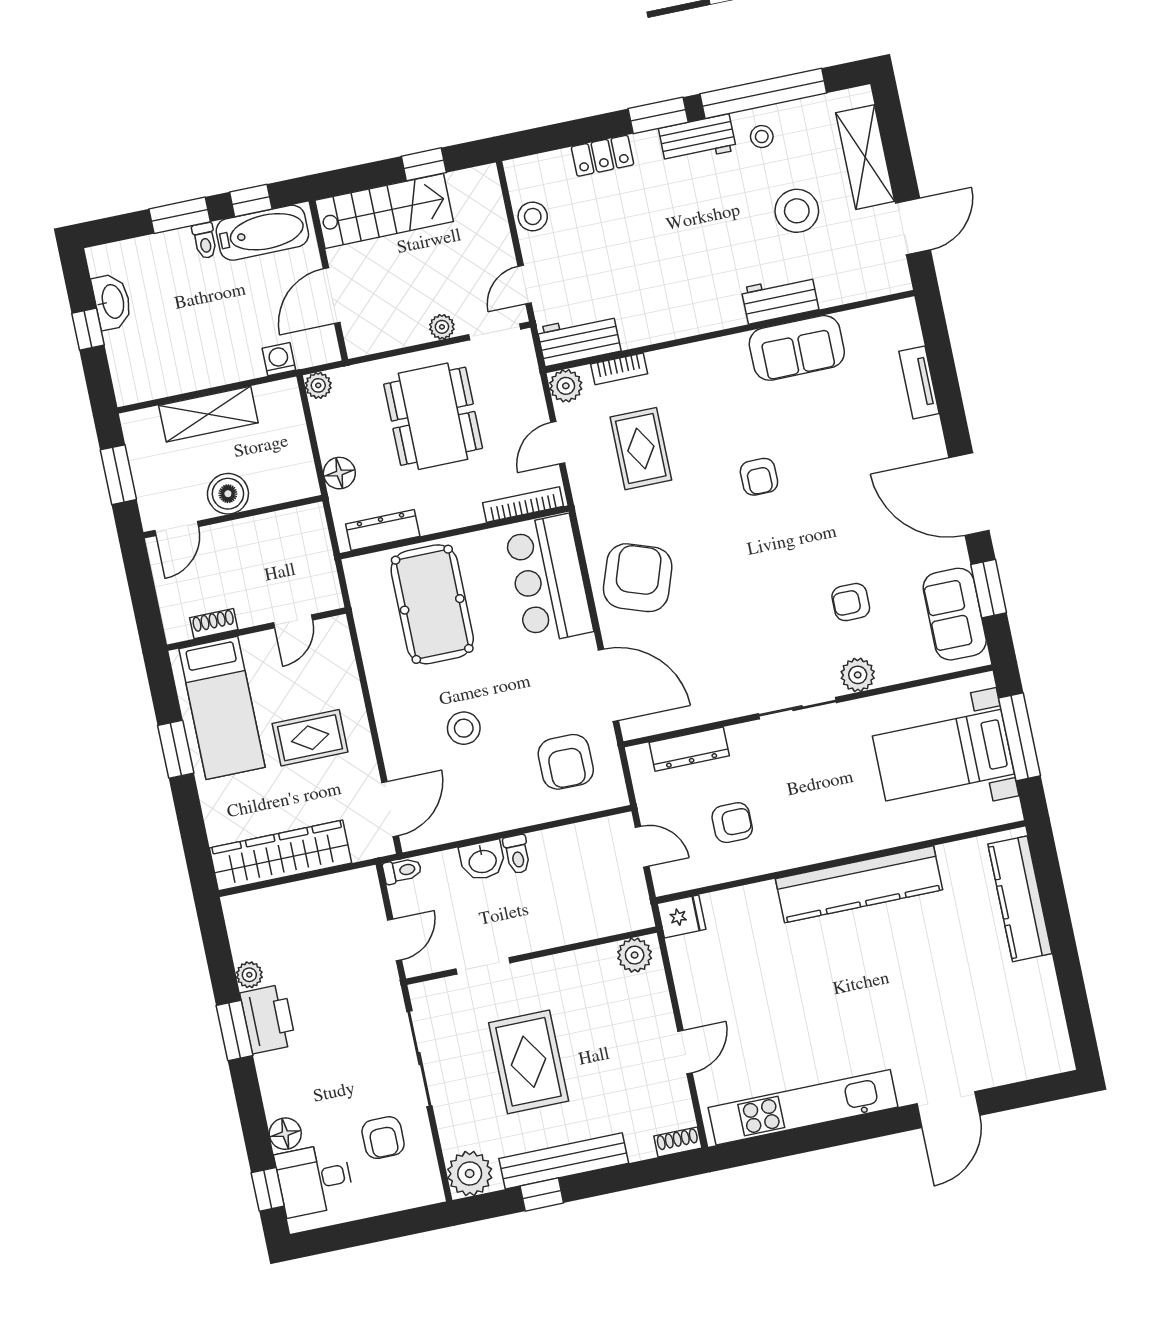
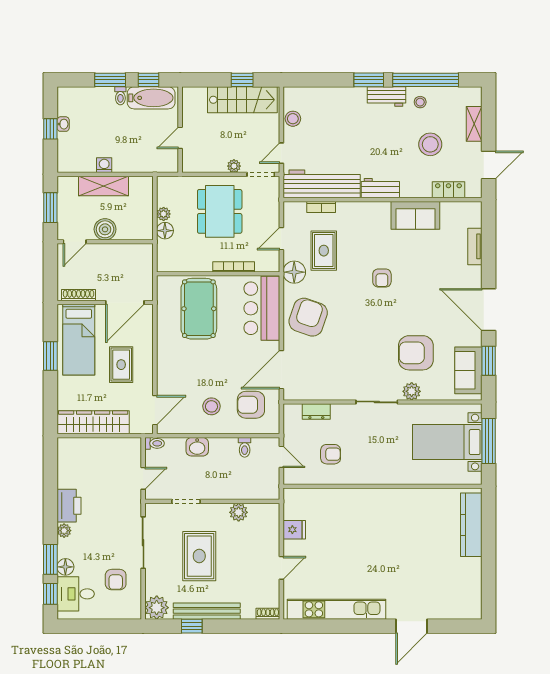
locker: (602, 156) -> (448, 190), moved, turned 180
shelving: (865, 157) -> (474, 124), width x0.67, depth x0.75
stairs: (384, 211) -> (242, 100), moved
door: (332, 296) -> (180, 138), width x0.73
workbench: (780, 299) -> (380, 188), moved
washbasin: (112, 302) -> (63, 124), width x0.52, depth x0.69
workbench: (579, 339) -> (322, 184), width x1.88, depth x1.32
washing machine: (279, 359) -> (104, 165), moved
plant: (318, 385) -> (164, 214), moved
plant: (566, 386) -> (292, 210), removed
floor lamp: (595, 500) -> (294, 272), added
bookcase: (523, 504) -> (234, 267), moved
dresser: (383, 530) -> (181, 265), removed
armchair: (851, 602) -> (416, 353), width x1.88, depth x1.88
door: (293, 621) -> (125, 302), width x1.88
shoe rack: (214, 624) -> (79, 295), width x1.43
door: (608, 685) -> (281, 370), swing flipped
stool: (464, 728) -> (211, 406), moved
rug: (310, 738) -> (121, 365), turned 90
dresser: (689, 749) -> (316, 411), width x0.70
armchair: (566, 762) -> (251, 405), turned 90
toilet: (517, 854) -> (245, 447), moved
kitchen counter: (859, 884) -> (390, 500), removed
fridge: (682, 916) -> (294, 530), moved
plant: (635, 955) -> (239, 512), moved
plant: (249, 975) -> (64, 531), moved
window: (234, 1030) -> (50, 559), moved

